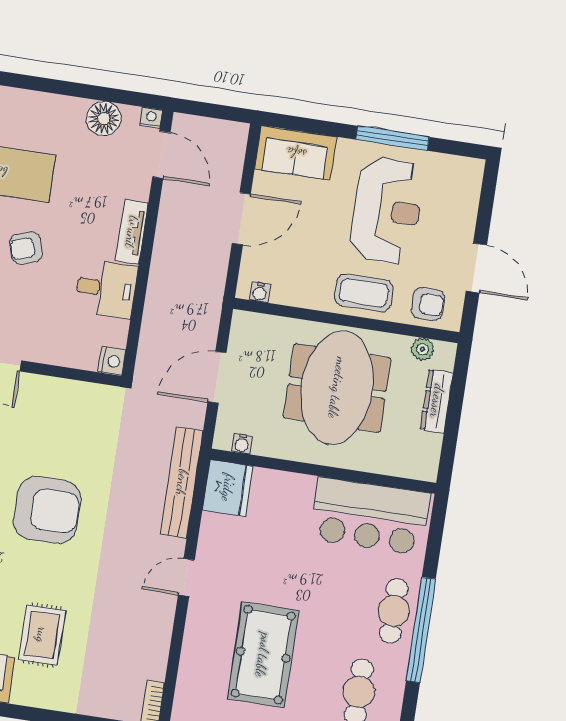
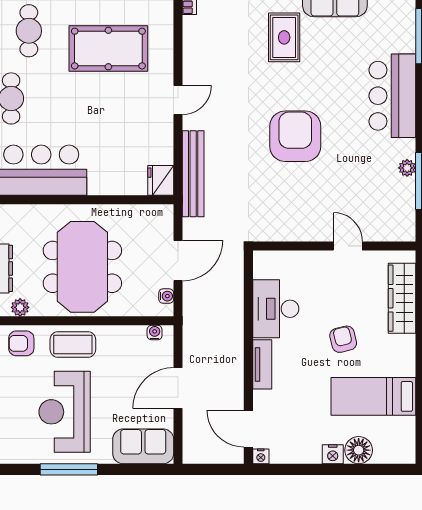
floor lamp: (104, 119) -> (359, 450), moved
armchair: (26, 248) -> (343, 339), turned -86
desk: (106, 289) -> (276, 309), width x1.37
nightstand: (112, 361) -> (333, 454), moved, turned -90
water cooler: (242, 444) -> (166, 296), moved, turned 90
fridge: (228, 488) -> (161, 180), width x0.73, depth x0.75
armchair: (47, 510) -> (295, 136), turned 90
pool table: (263, 655) -> (108, 49), turned 90

